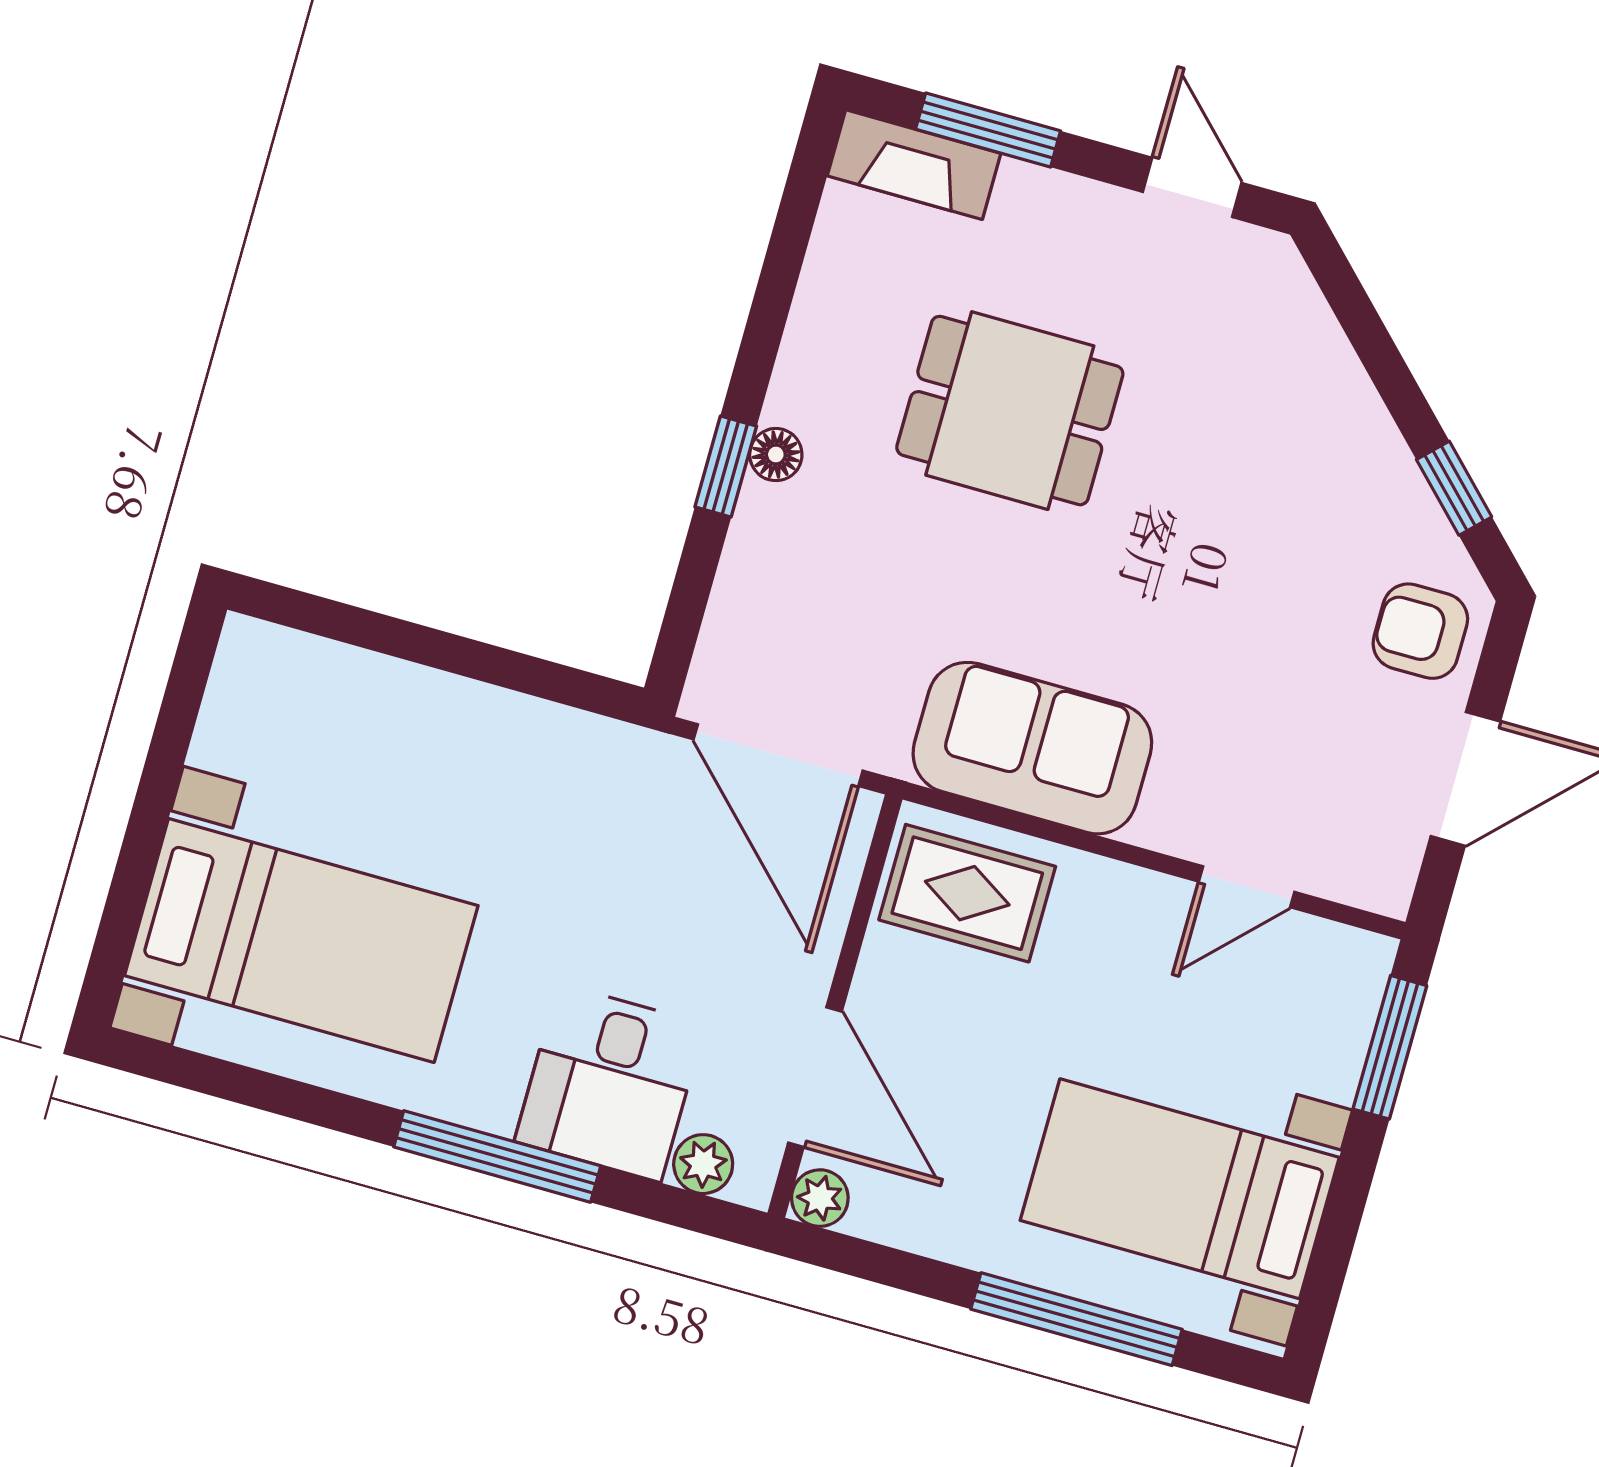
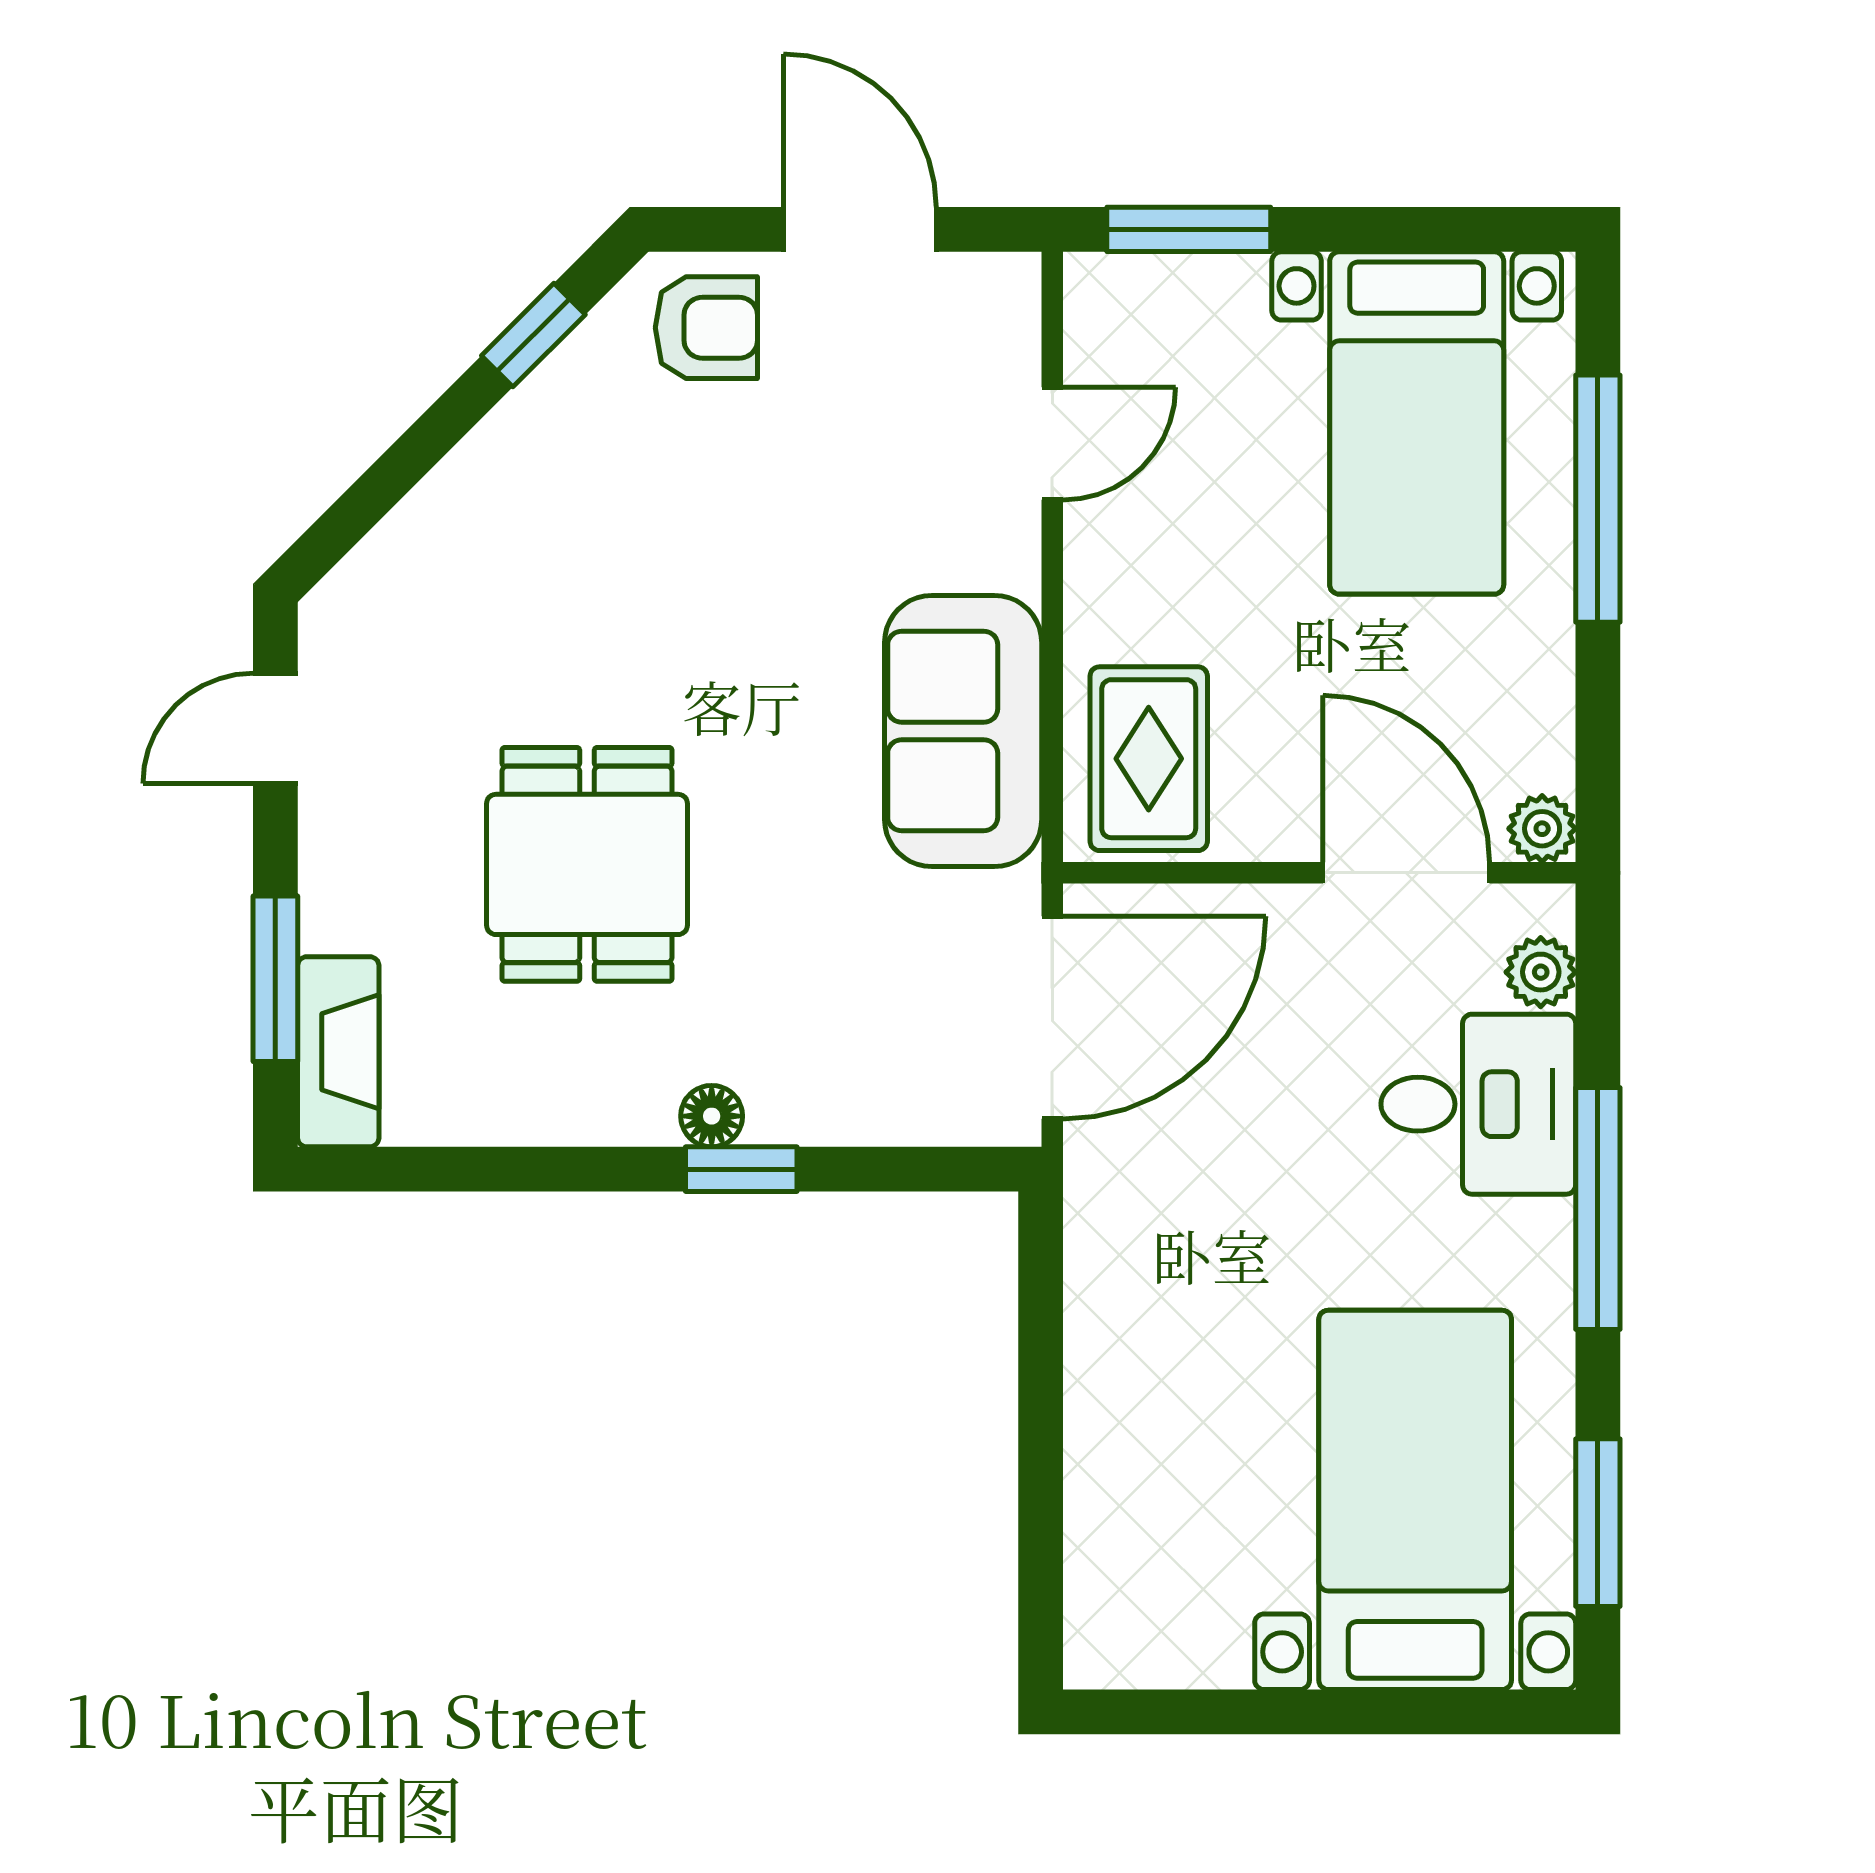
armchair: (1420, 631) -> (706, 328), turned -90
door: (1247, 887) -> (1052, 443), hinge flipped
door: (815, 1077) -> (1406, 873), hinge flipped
window: (241, 1084) -> (1598, 1523), added

